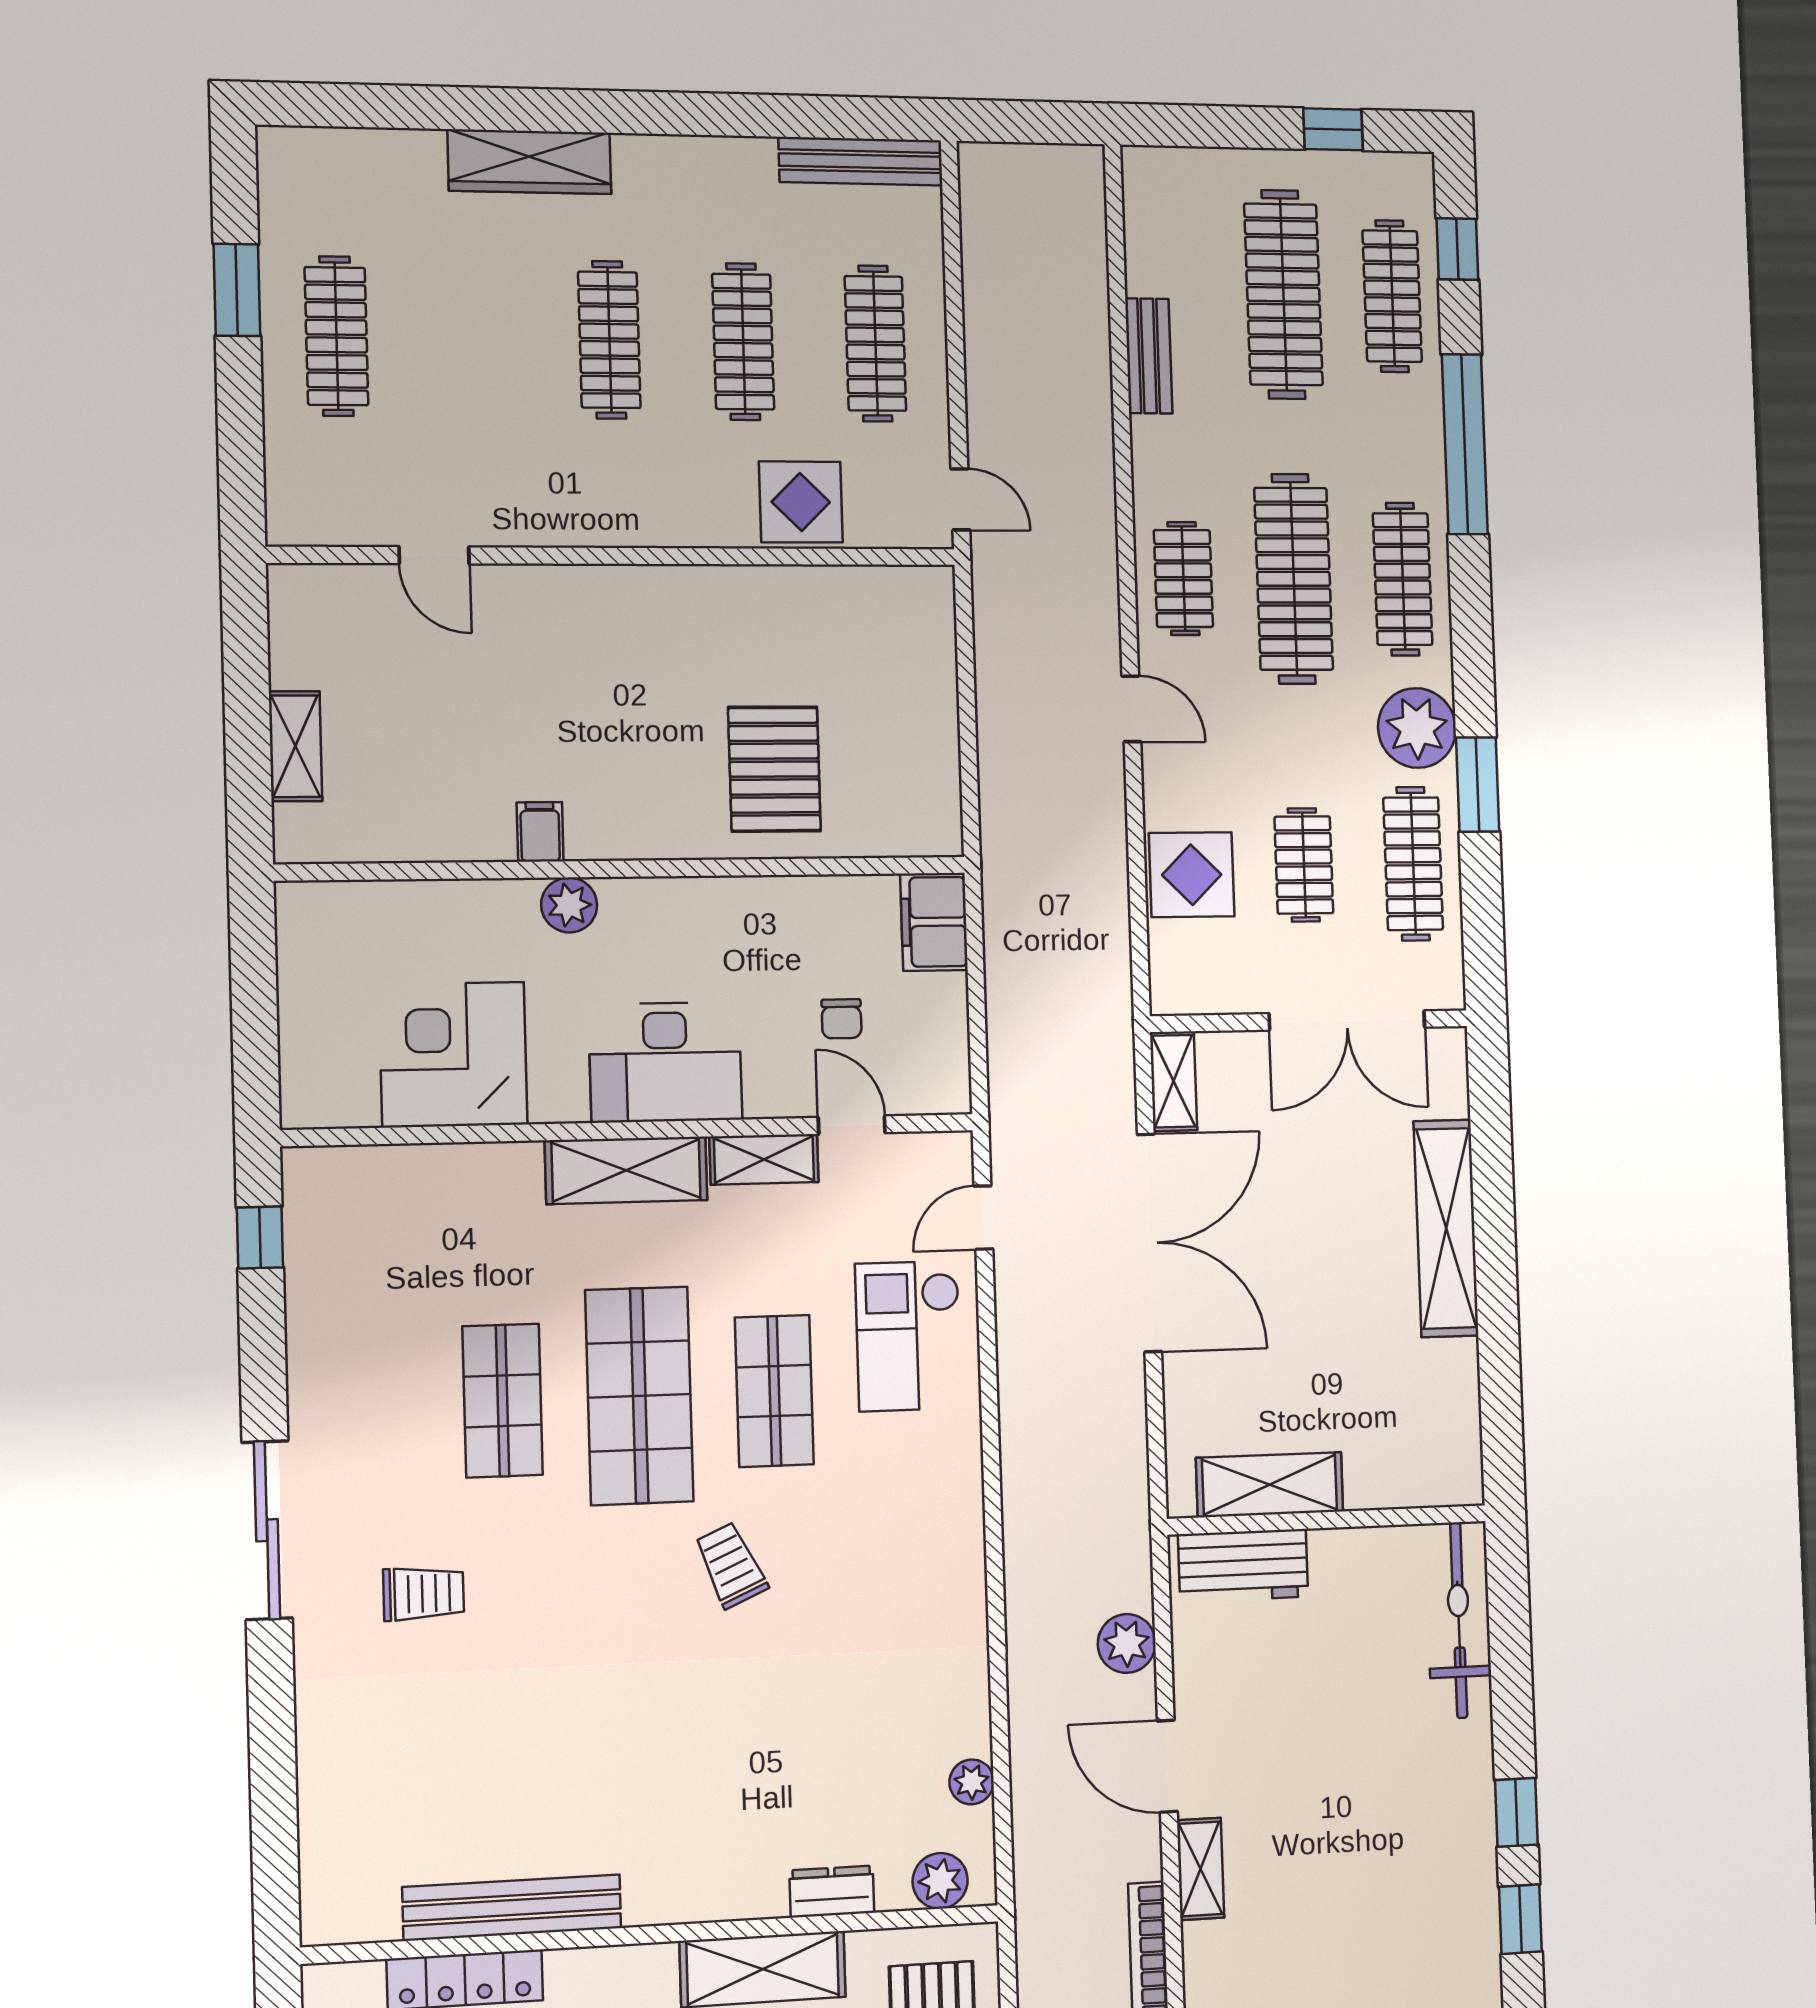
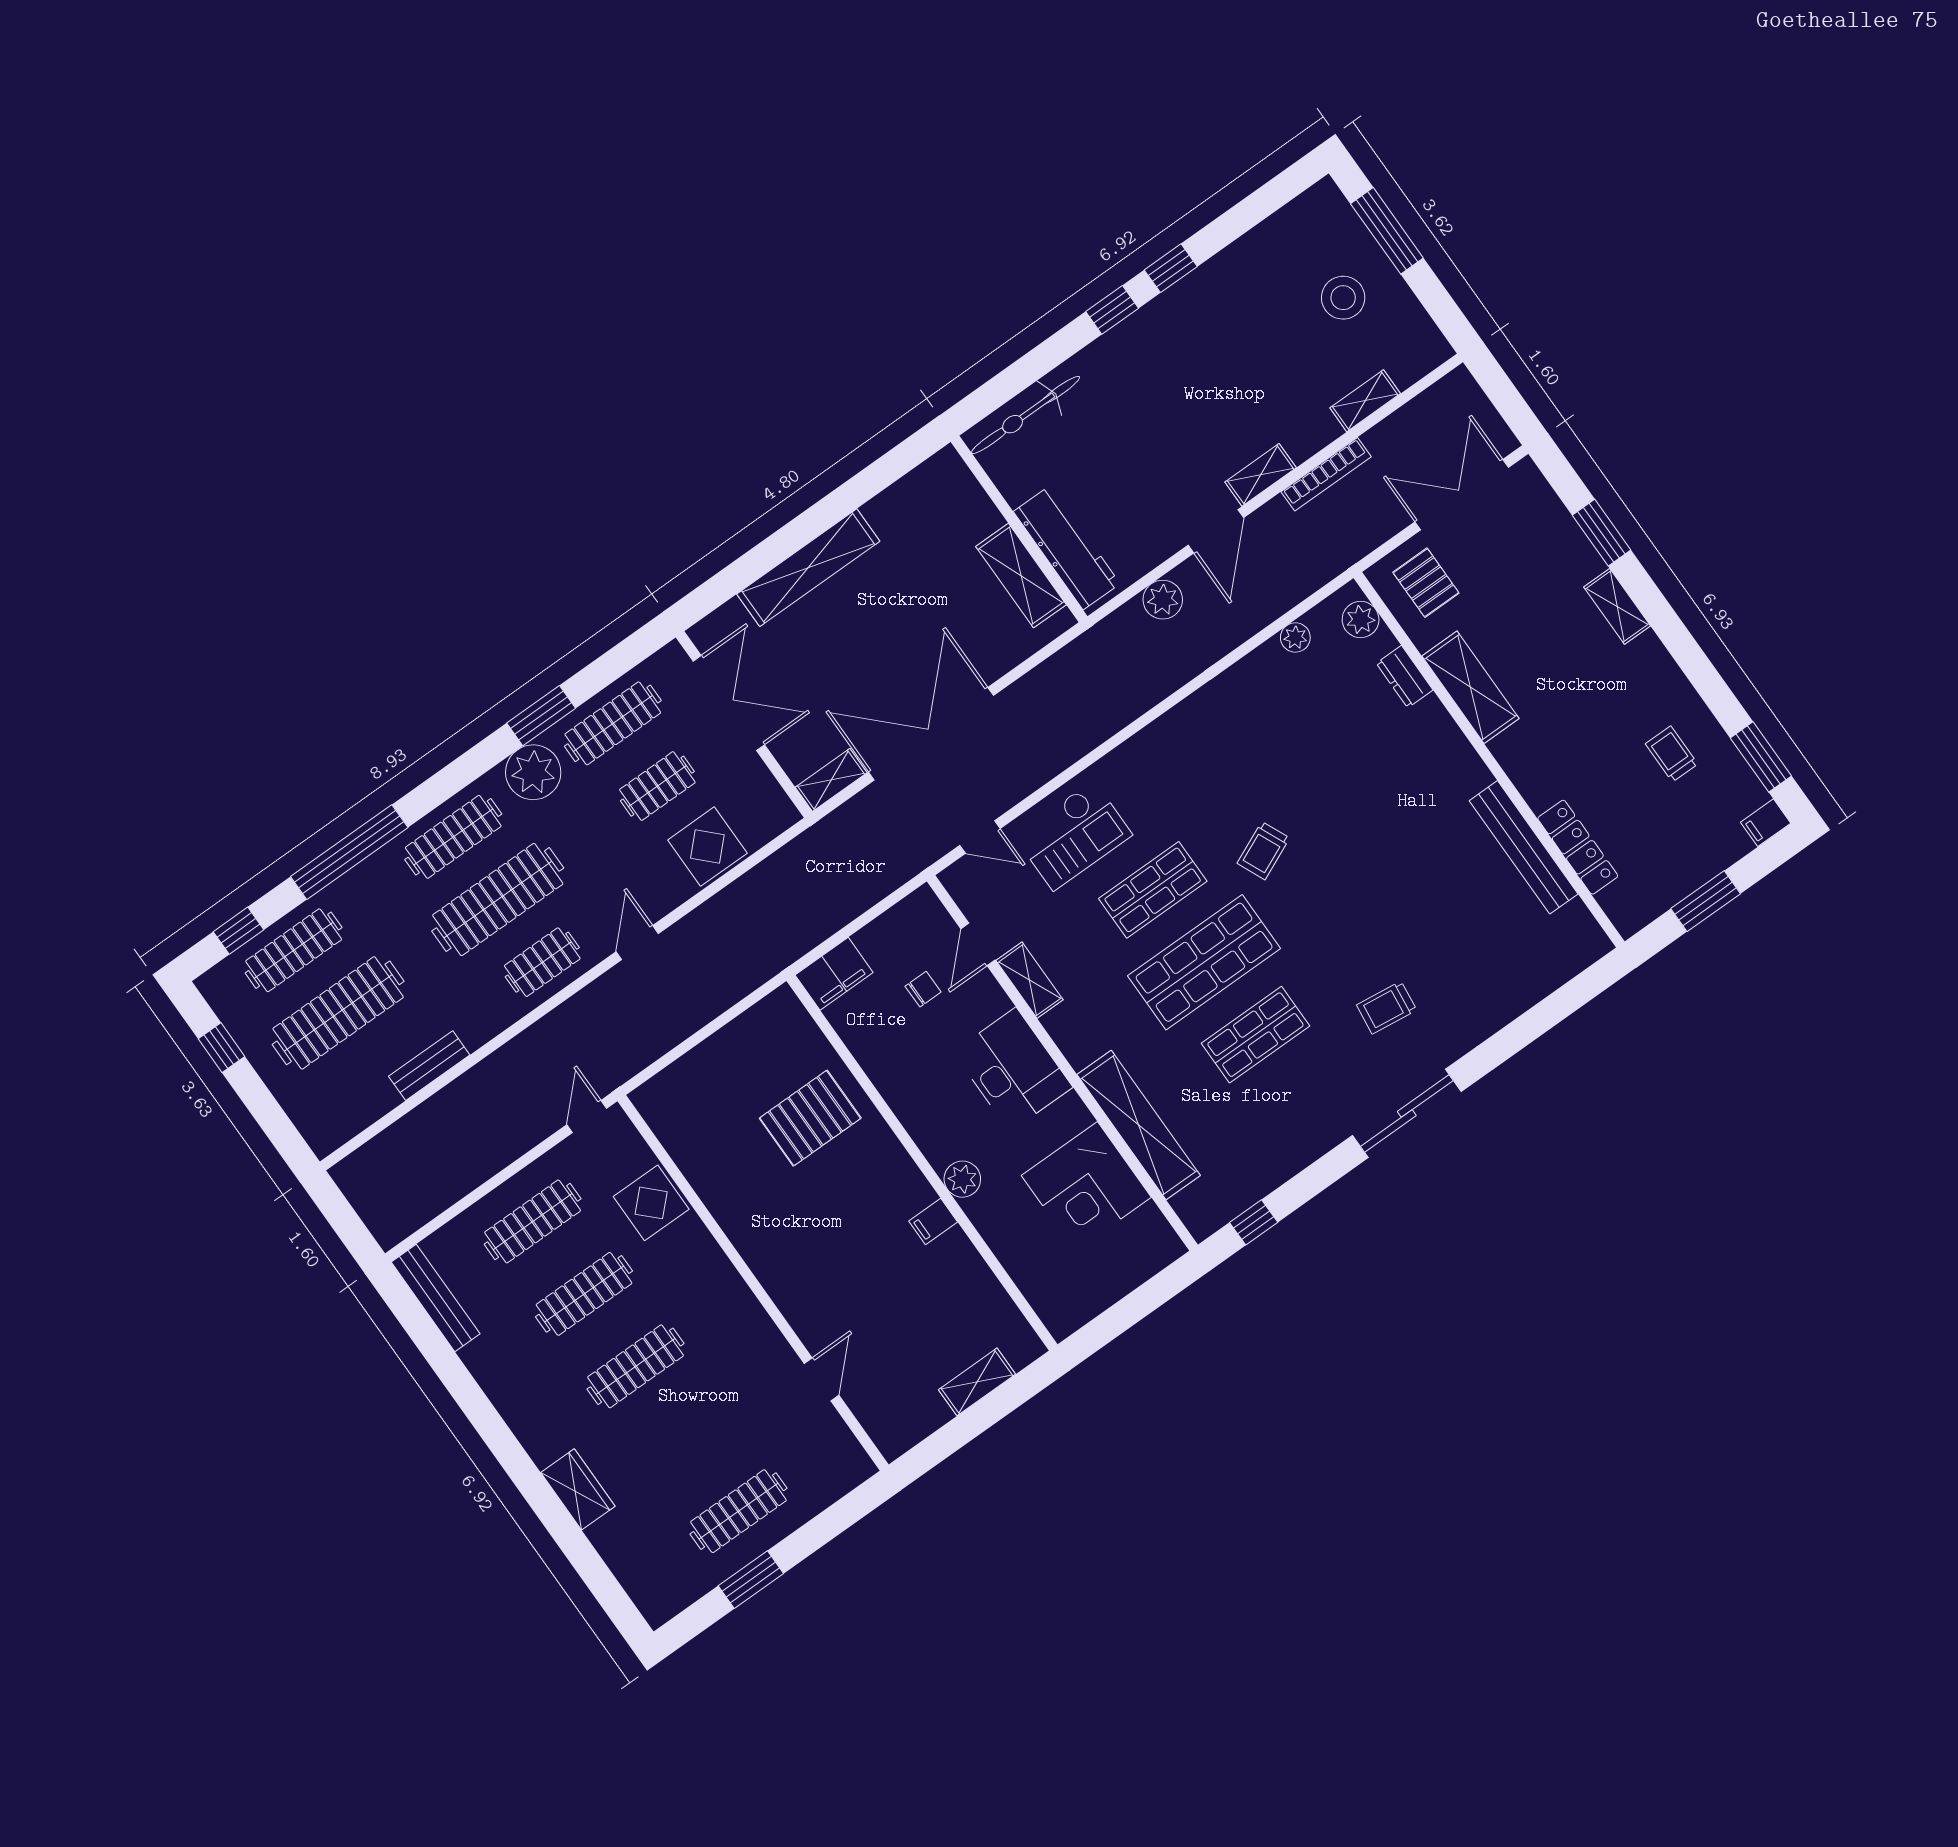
wardrobe: (530, 162) -> (578, 1489), width x0.67
shelving: (626, 1170) -> (1139, 1125), moved, width x1.47
workbench: (1243, 1566) -> (1067, 548), width x1.37
trolley: (424, 1594) -> (1387, 1007), turned -83

